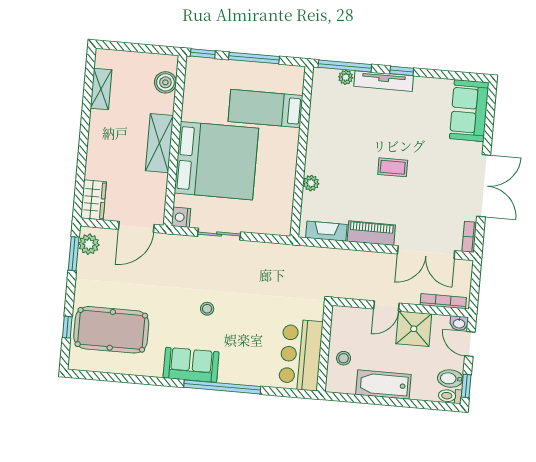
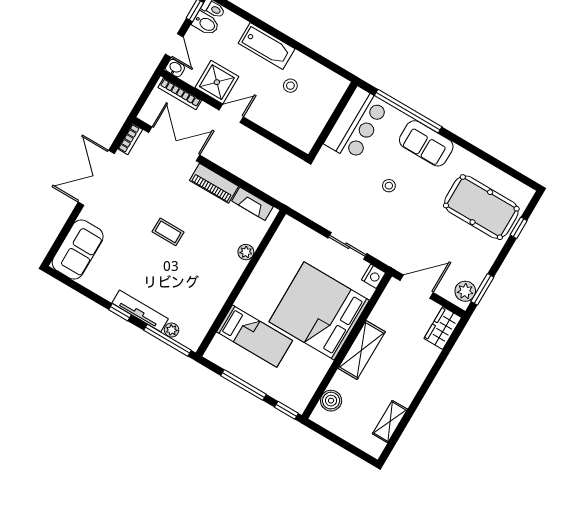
wall: (325, 348) -> (333, 120), moved
bar counter: (301, 355) -> (356, 124), moved

